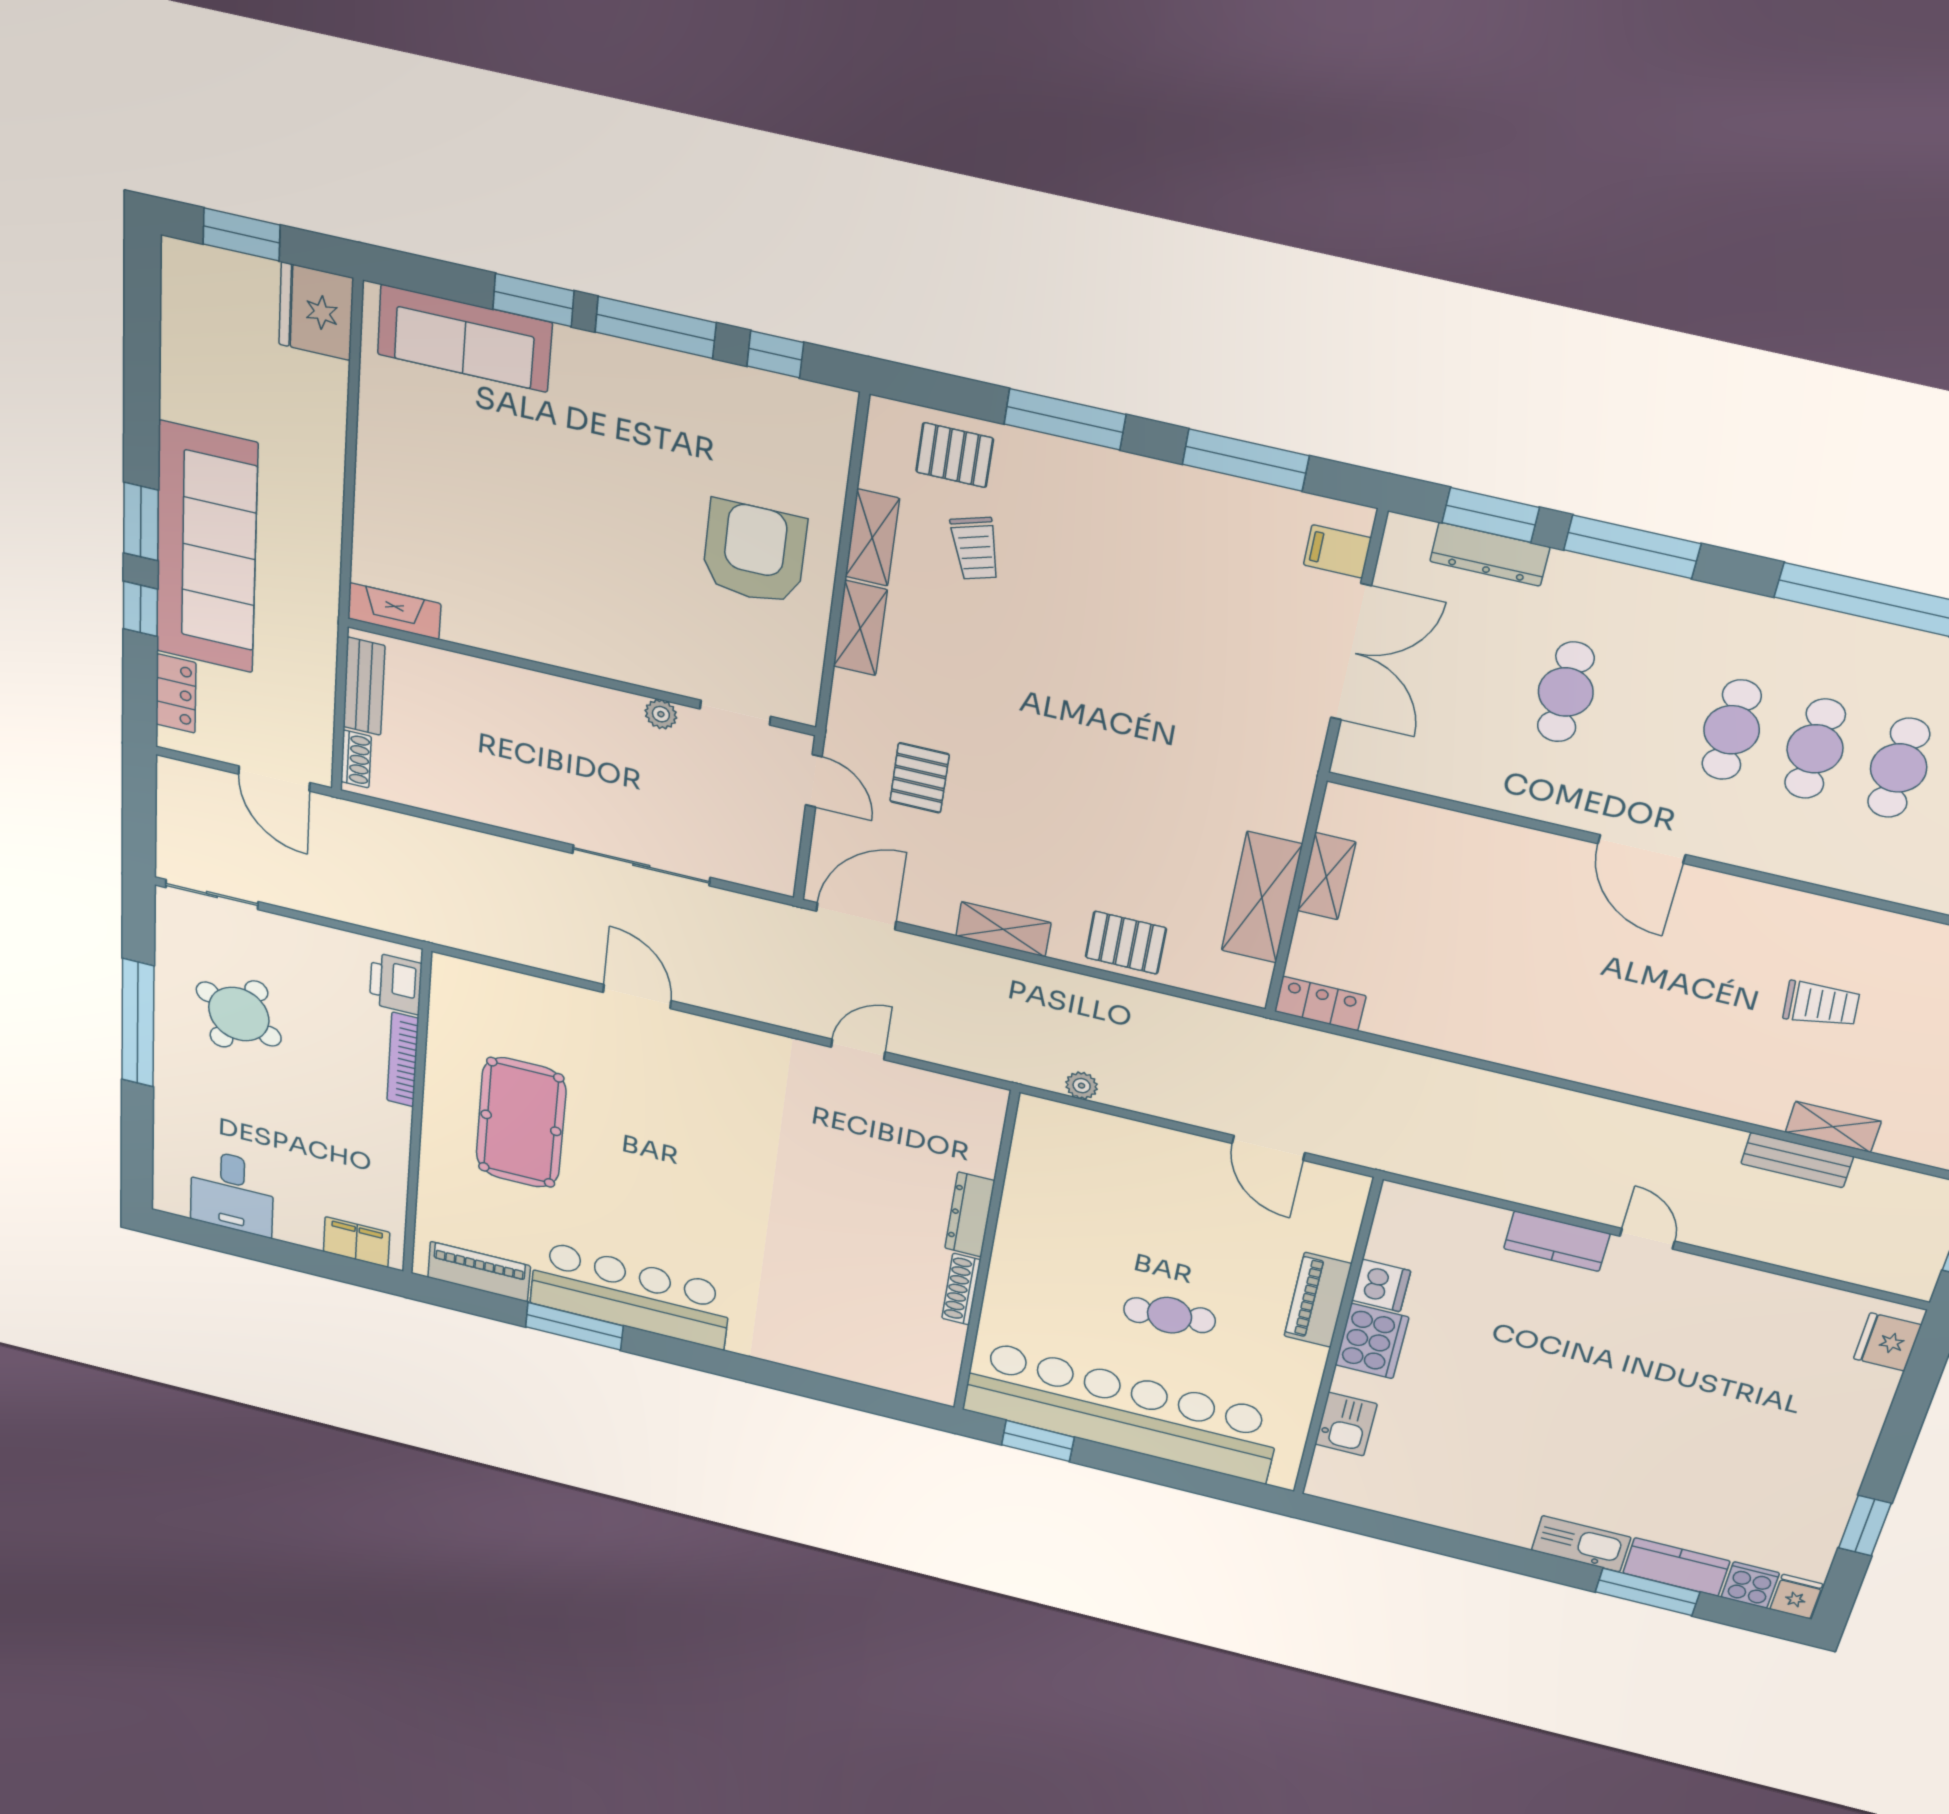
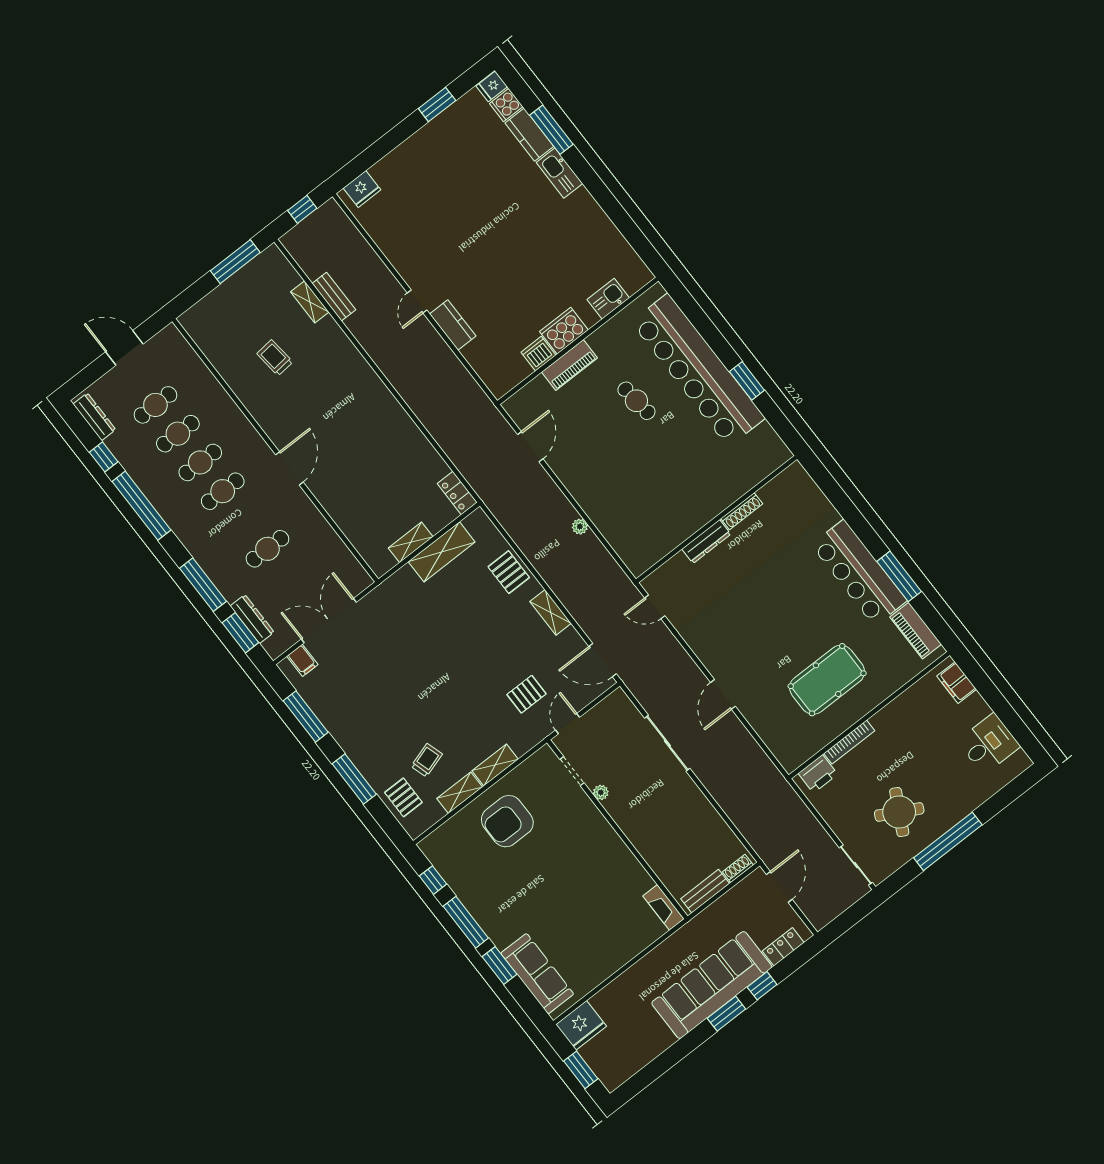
dresser: (970, 1215) -> (706, 542), moved
wall: (986, 1255) -> (717, 519), moved
shoe rack: (961, 1289) -> (742, 511), moved

